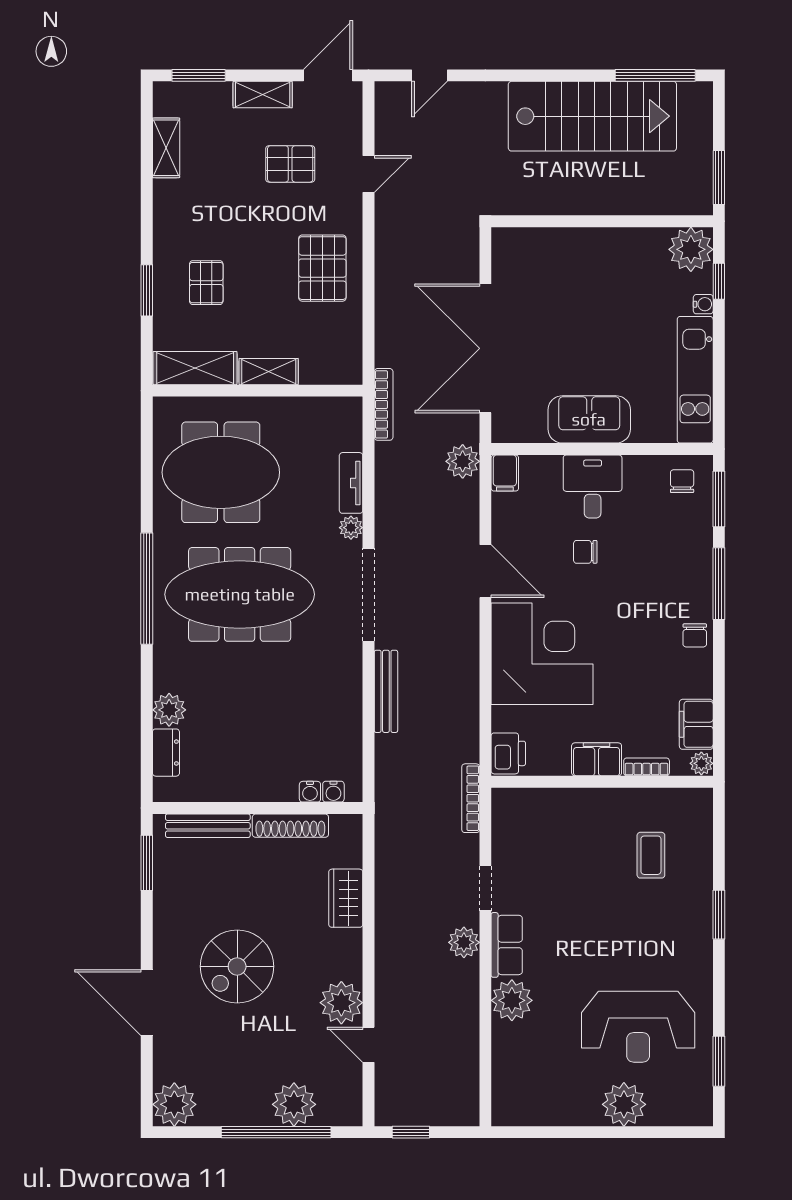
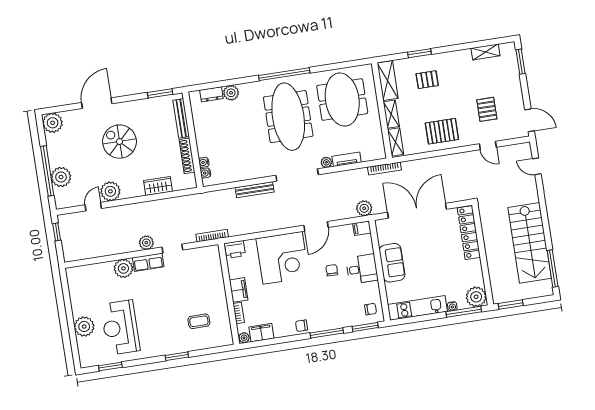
shelving: (263, 95) -> (396, 142), moved
locker: (550, 244) -> (469, 233), added
window: (719, 281) -> (464, 312), width x2.17

